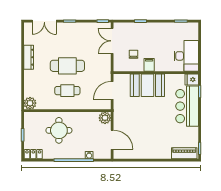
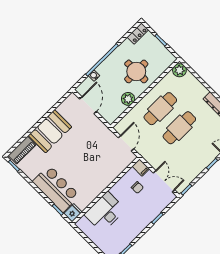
desk: (186, 56) -> (105, 212), moved, turned 90
filing cabinet: (149, 65) -> (141, 168), moved
booth: (147, 85) -> (50, 131), moved
cafe table: (67, 91) -> (160, 109), width x1.37, depth x1.35
plant: (105, 118) -> (128, 99), moved
door: (112, 140) -> (88, 105), swing flipped

